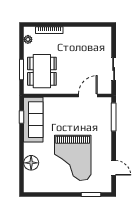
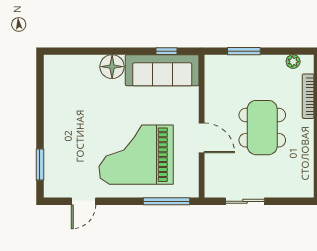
dining table: (42, 71) -> (262, 128), moved, turned 90
door: (88, 95) -> (202, 138), moved
grand piano: (73, 158) -> (136, 155), moved
floor lamp: (31, 163) -> (112, 67), moved

